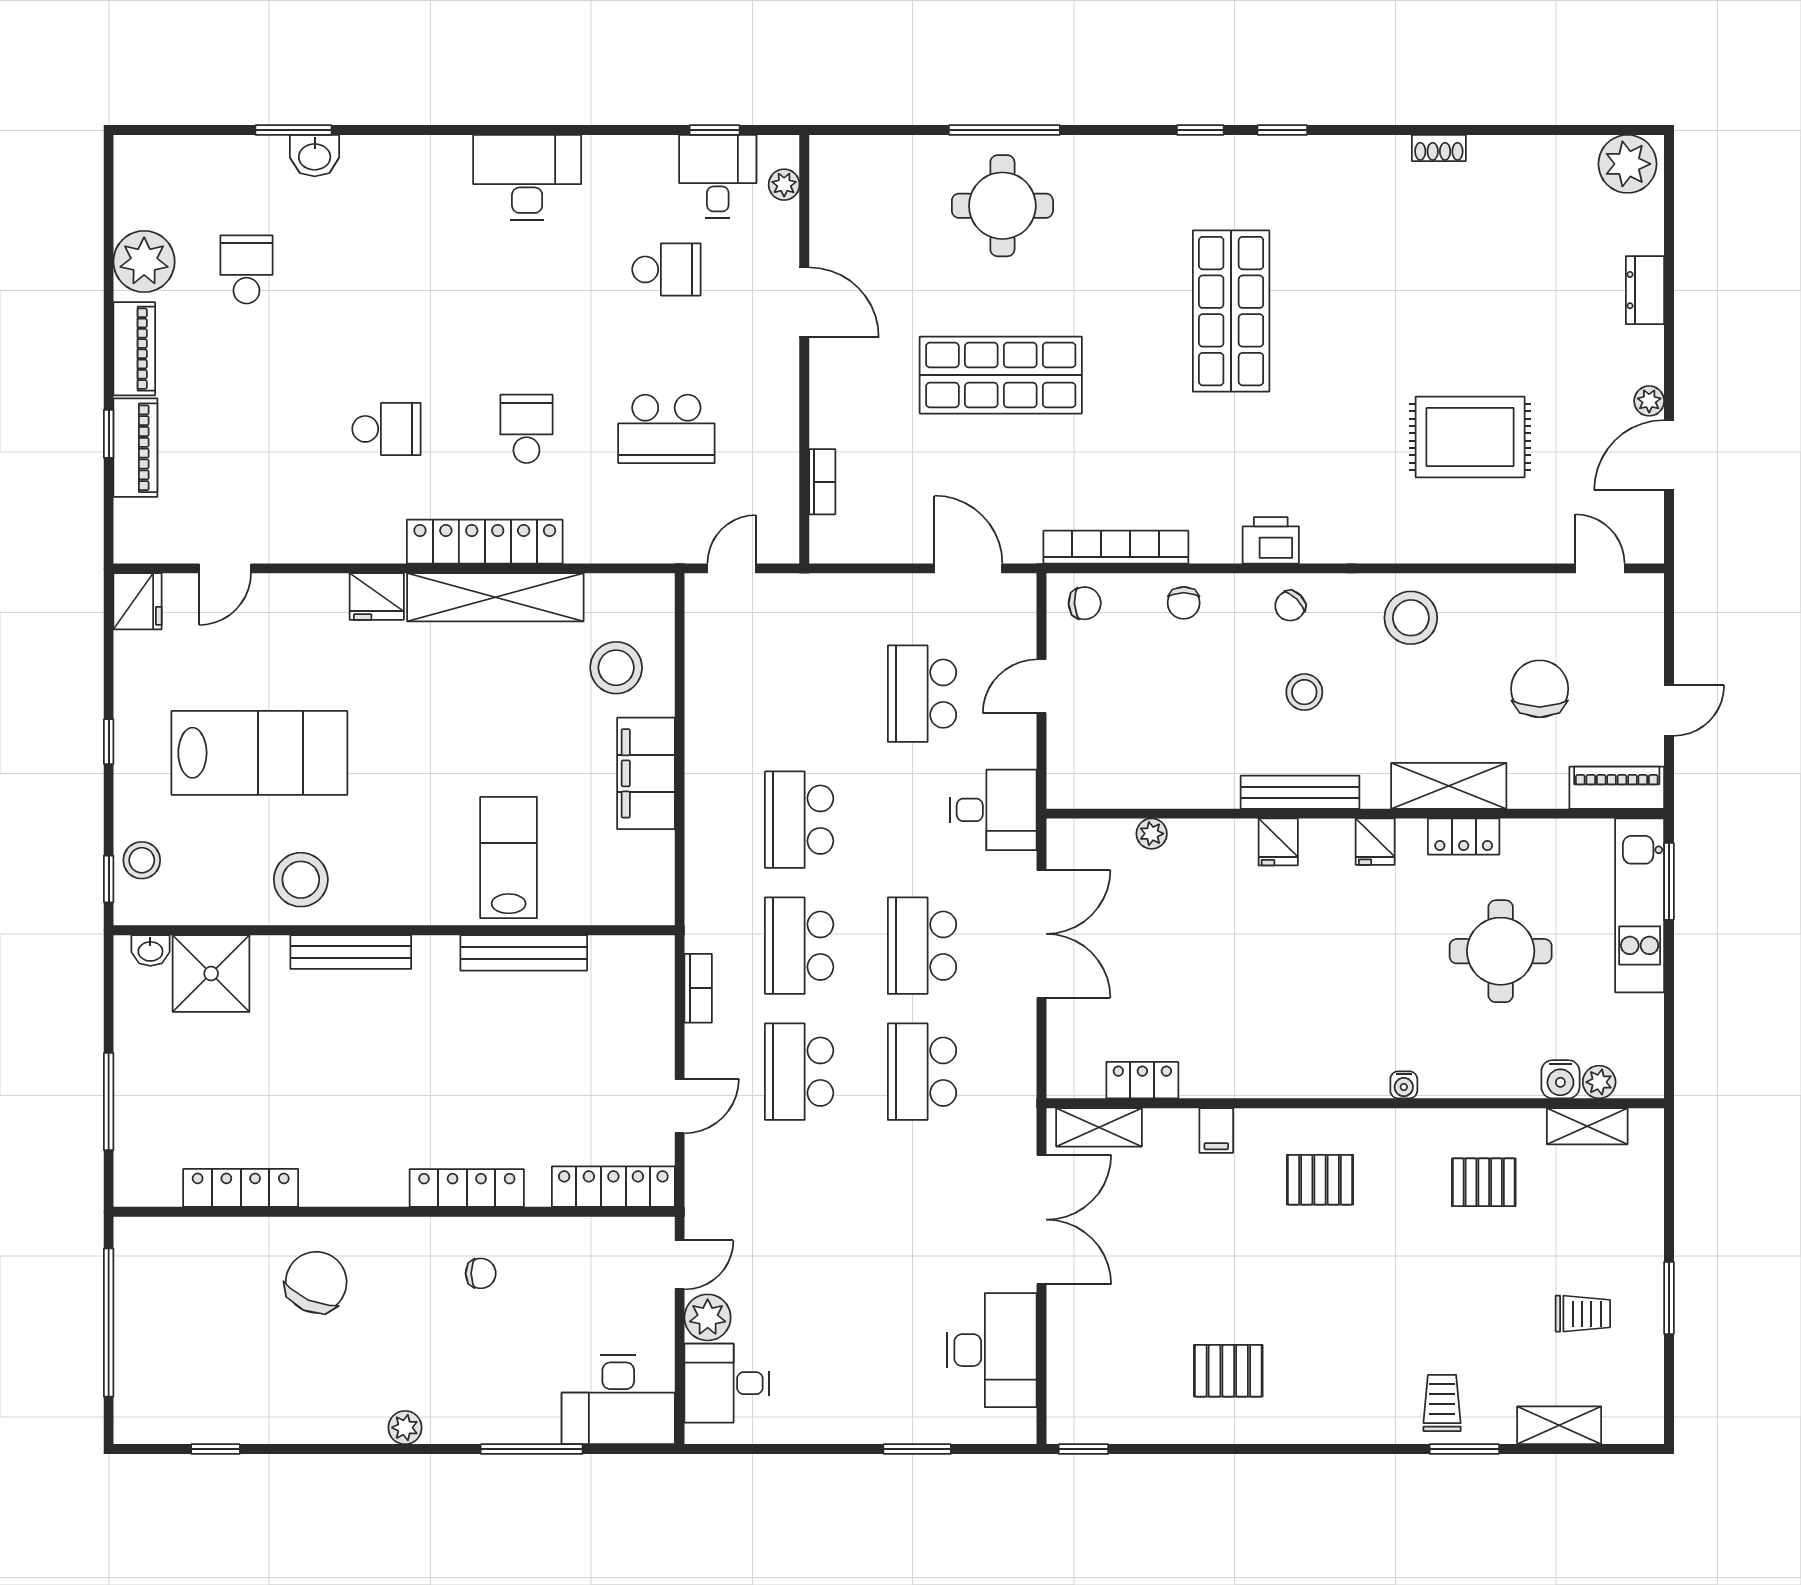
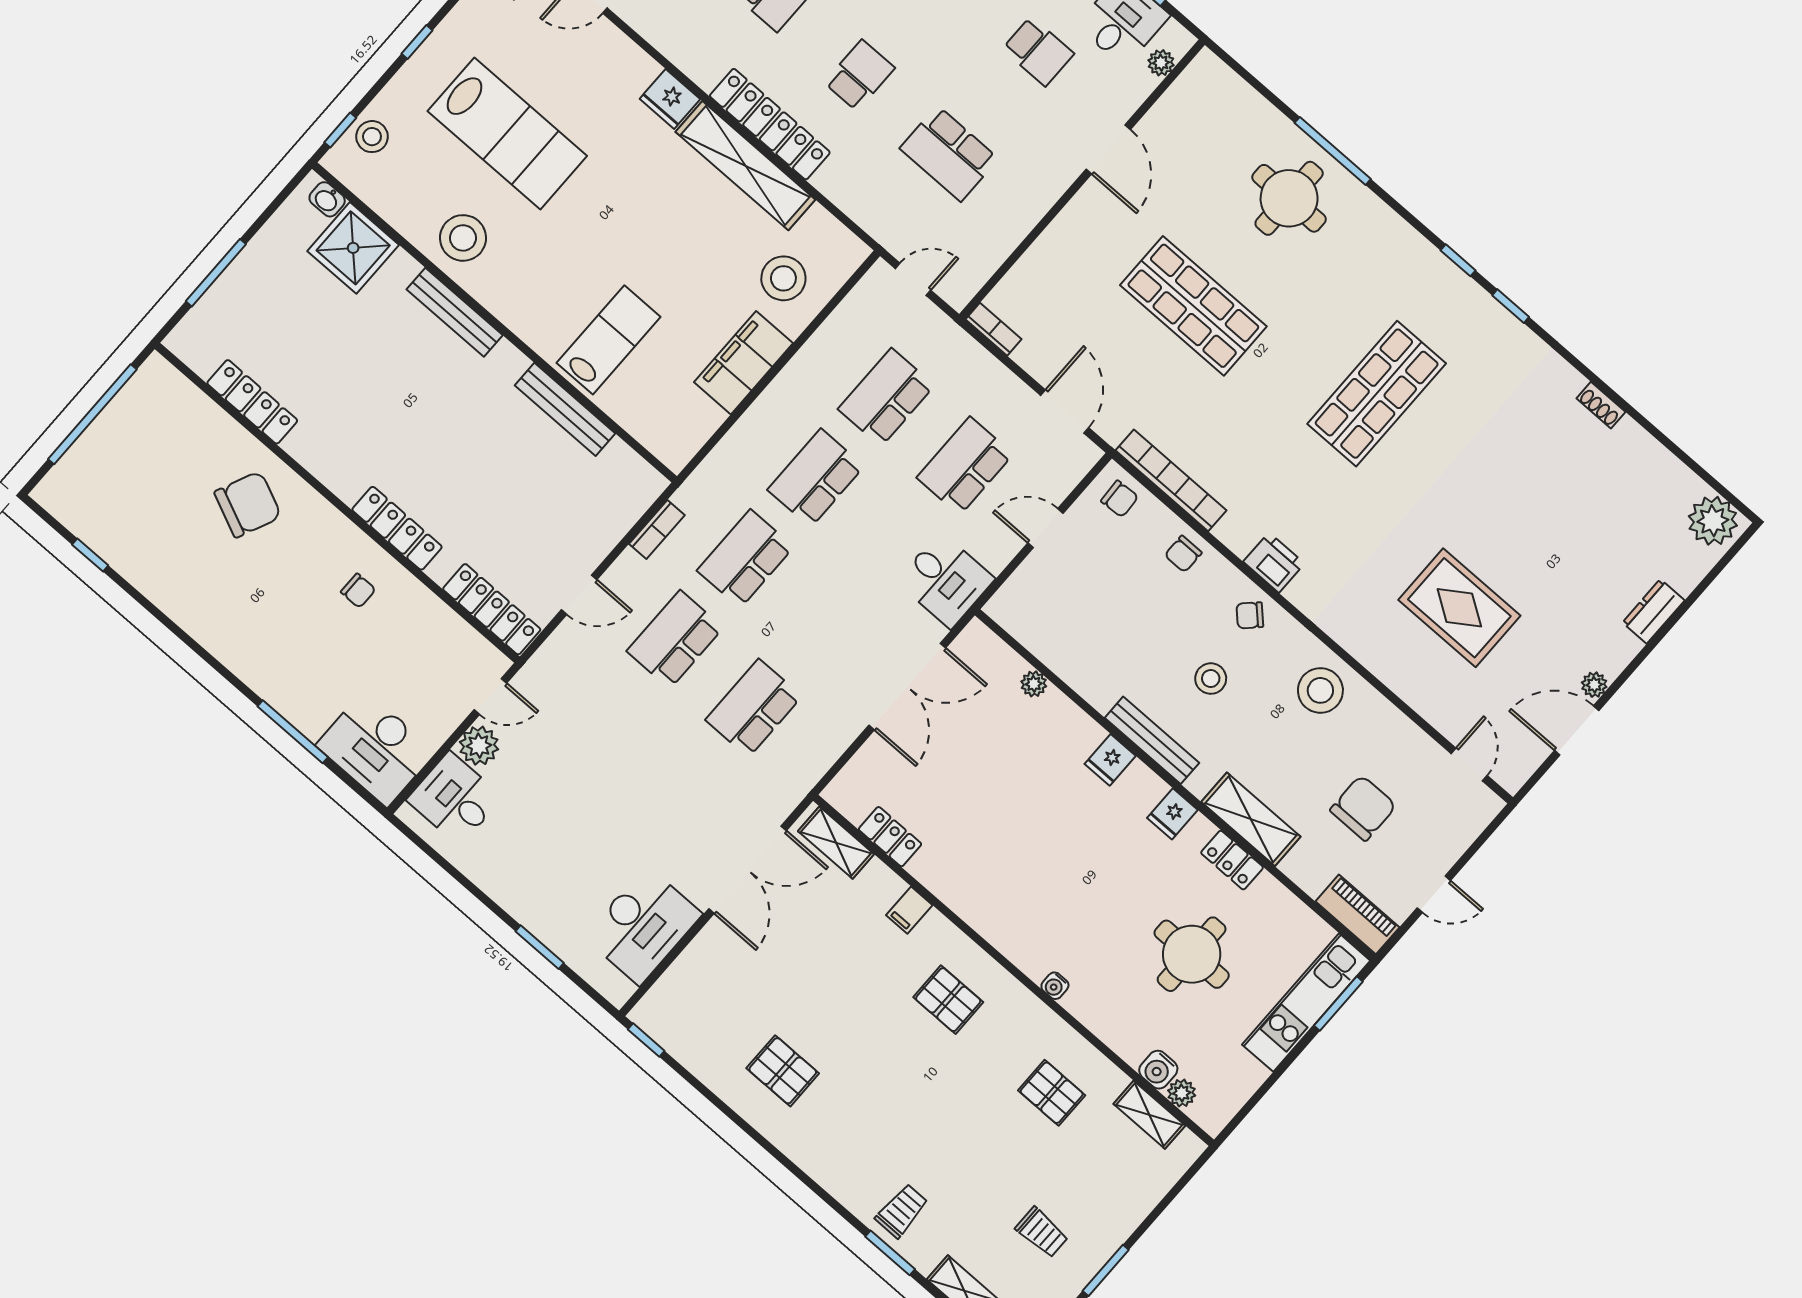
bookcase: (822, 482) -> (994, 329), moved, turned -90
school desk: (922, 946) -> (886, 397), moved
plant: (405, 1428) -> (224, 647), removed

